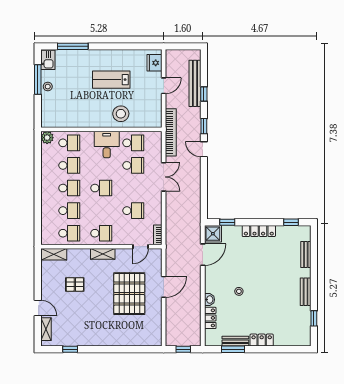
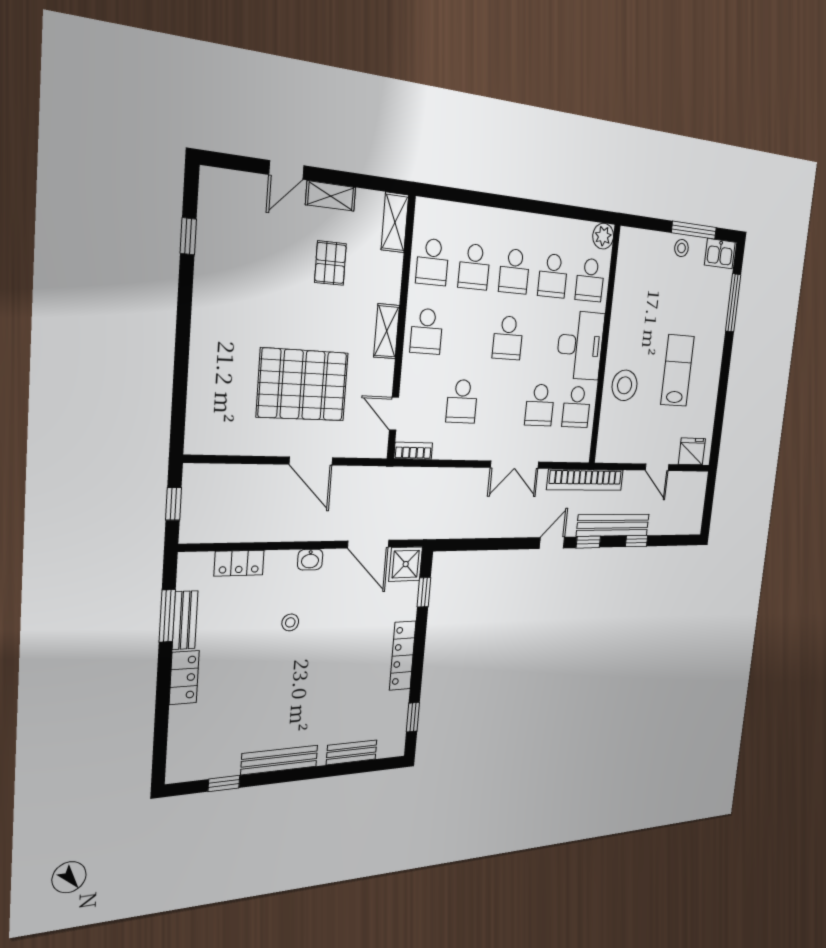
bench: (195, 83) -> (613, 525), moved
desk: (107, 145) -> (580, 345), width x1.37
bench: (306, 292) -> (280, 760), width x1.36
washbasin: (209, 300) -> (310, 560), moved
shelving: (46, 329) -> (331, 196), moved

